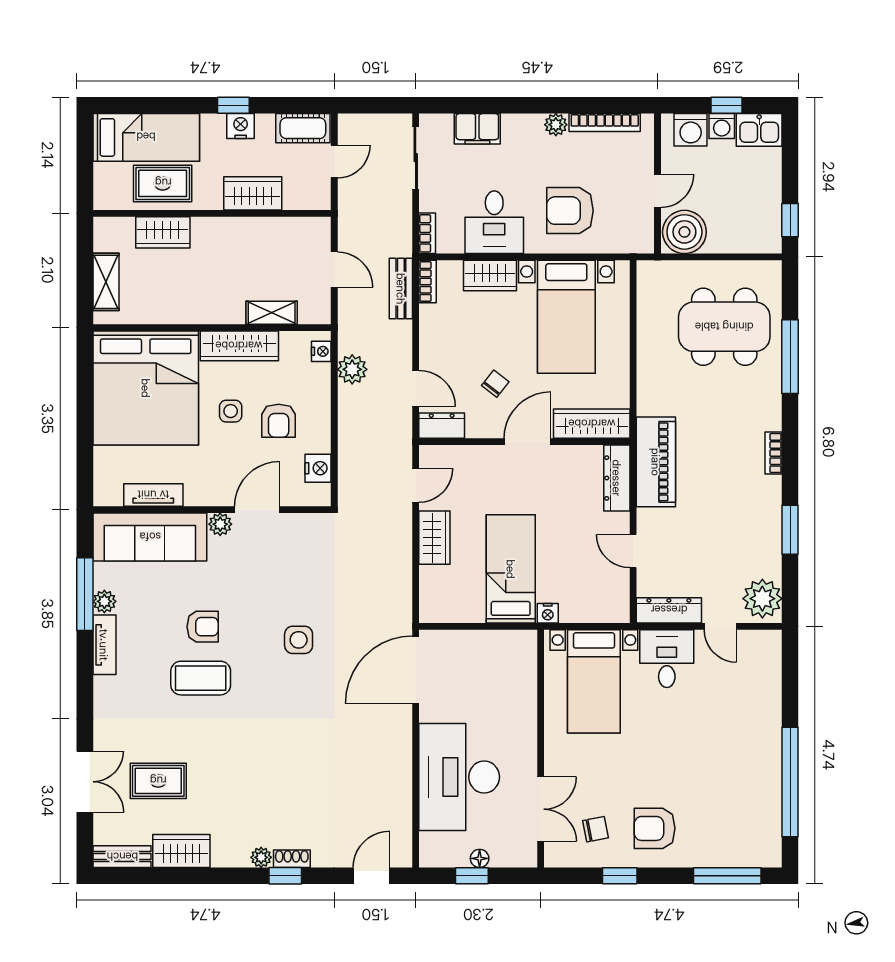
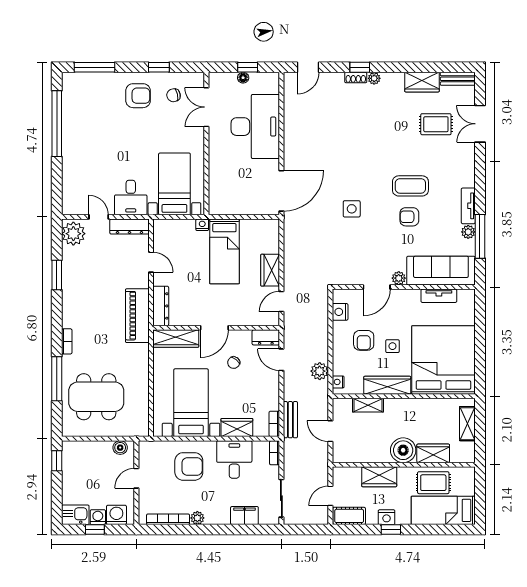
boiler: (684, 232) -> (120, 448), width x0.54, depth x0.54
boiler: (213, 238) -> (403, 450), added
armchair: (279, 421) -> (364, 340), turned 180
bookcase: (773, 453) -> (67, 341), moved

